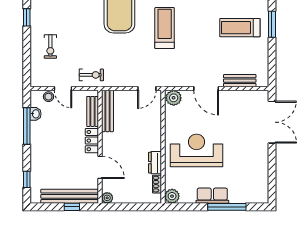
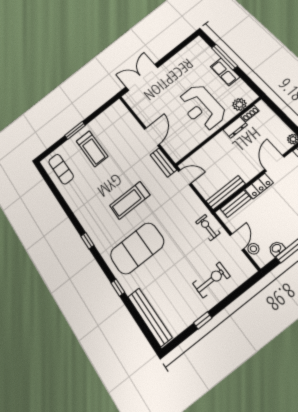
exercise bike: (50, 47) -> (211, 280), width x1.38, depth x1.39
bench: (240, 81) -> (163, 162), moved
plant: (174, 98) -> (176, 153), removed
plant: (172, 196) -> (239, 104), moved

